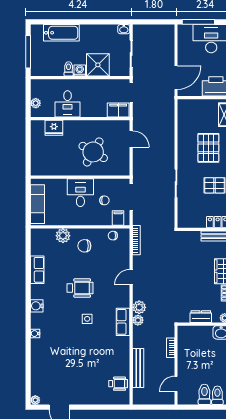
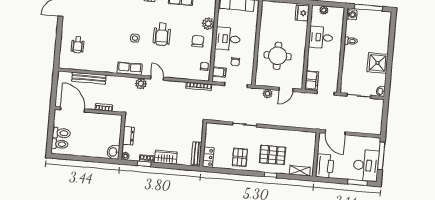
bathtub: (61, 33) -> (382, 37), removed
shower: (98, 65) -> (378, 63), moved
washing machine: (80, 70) -> (352, 15), moved
fridge: (54, 128) -> (302, 13), moved
round table: (93, 152) -> (278, 56), turned -30
desk: (80, 193) -> (228, 39), moved, turned 180
door: (131, 277) -> (157, 78), moved
plant: (138, 320) -> (268, 94), moved
wheelchair: (118, 384) -> (78, 45), moved
door: (176, 384) -> (73, 109), width x1.87

